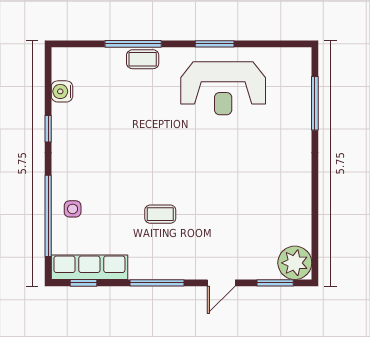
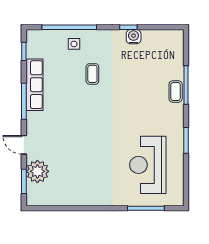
reception desk: (223, 88) -> (148, 165), moved
water cooler: (62, 91) -> (134, 37), moved
coffee table: (160, 214) -> (92, 74), moved
plant: (295, 263) -> (37, 171), moved
row of seats: (89, 267) -> (34, 85), moved

